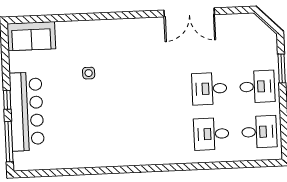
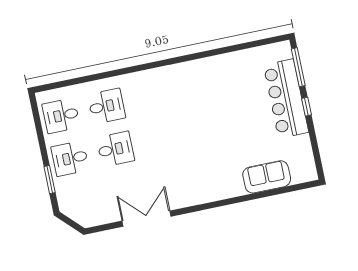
sofa: (31, 36) -> (267, 177), moved
side table: (89, 73) -> (233, 145), removed

